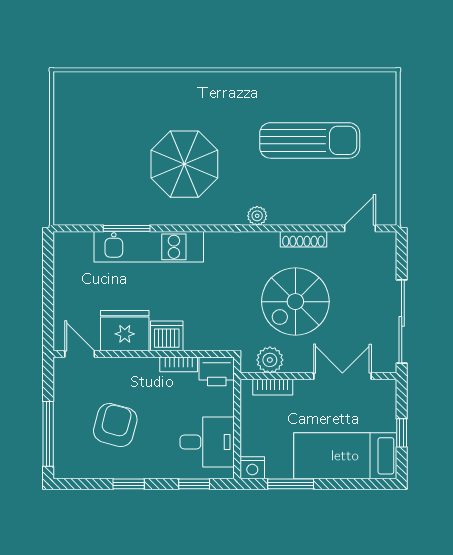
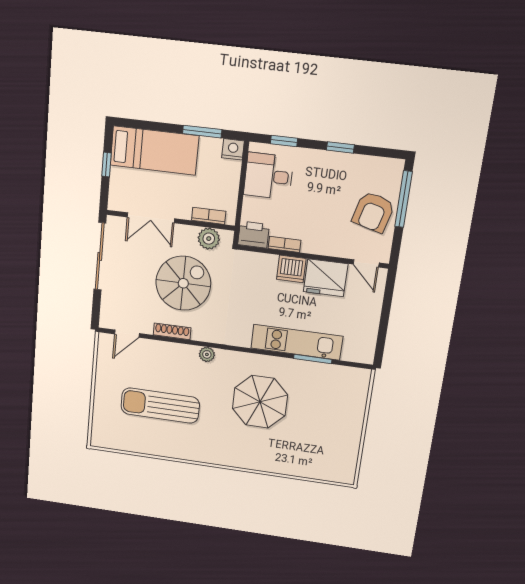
armchair: (115, 425) -> (373, 212), moved

